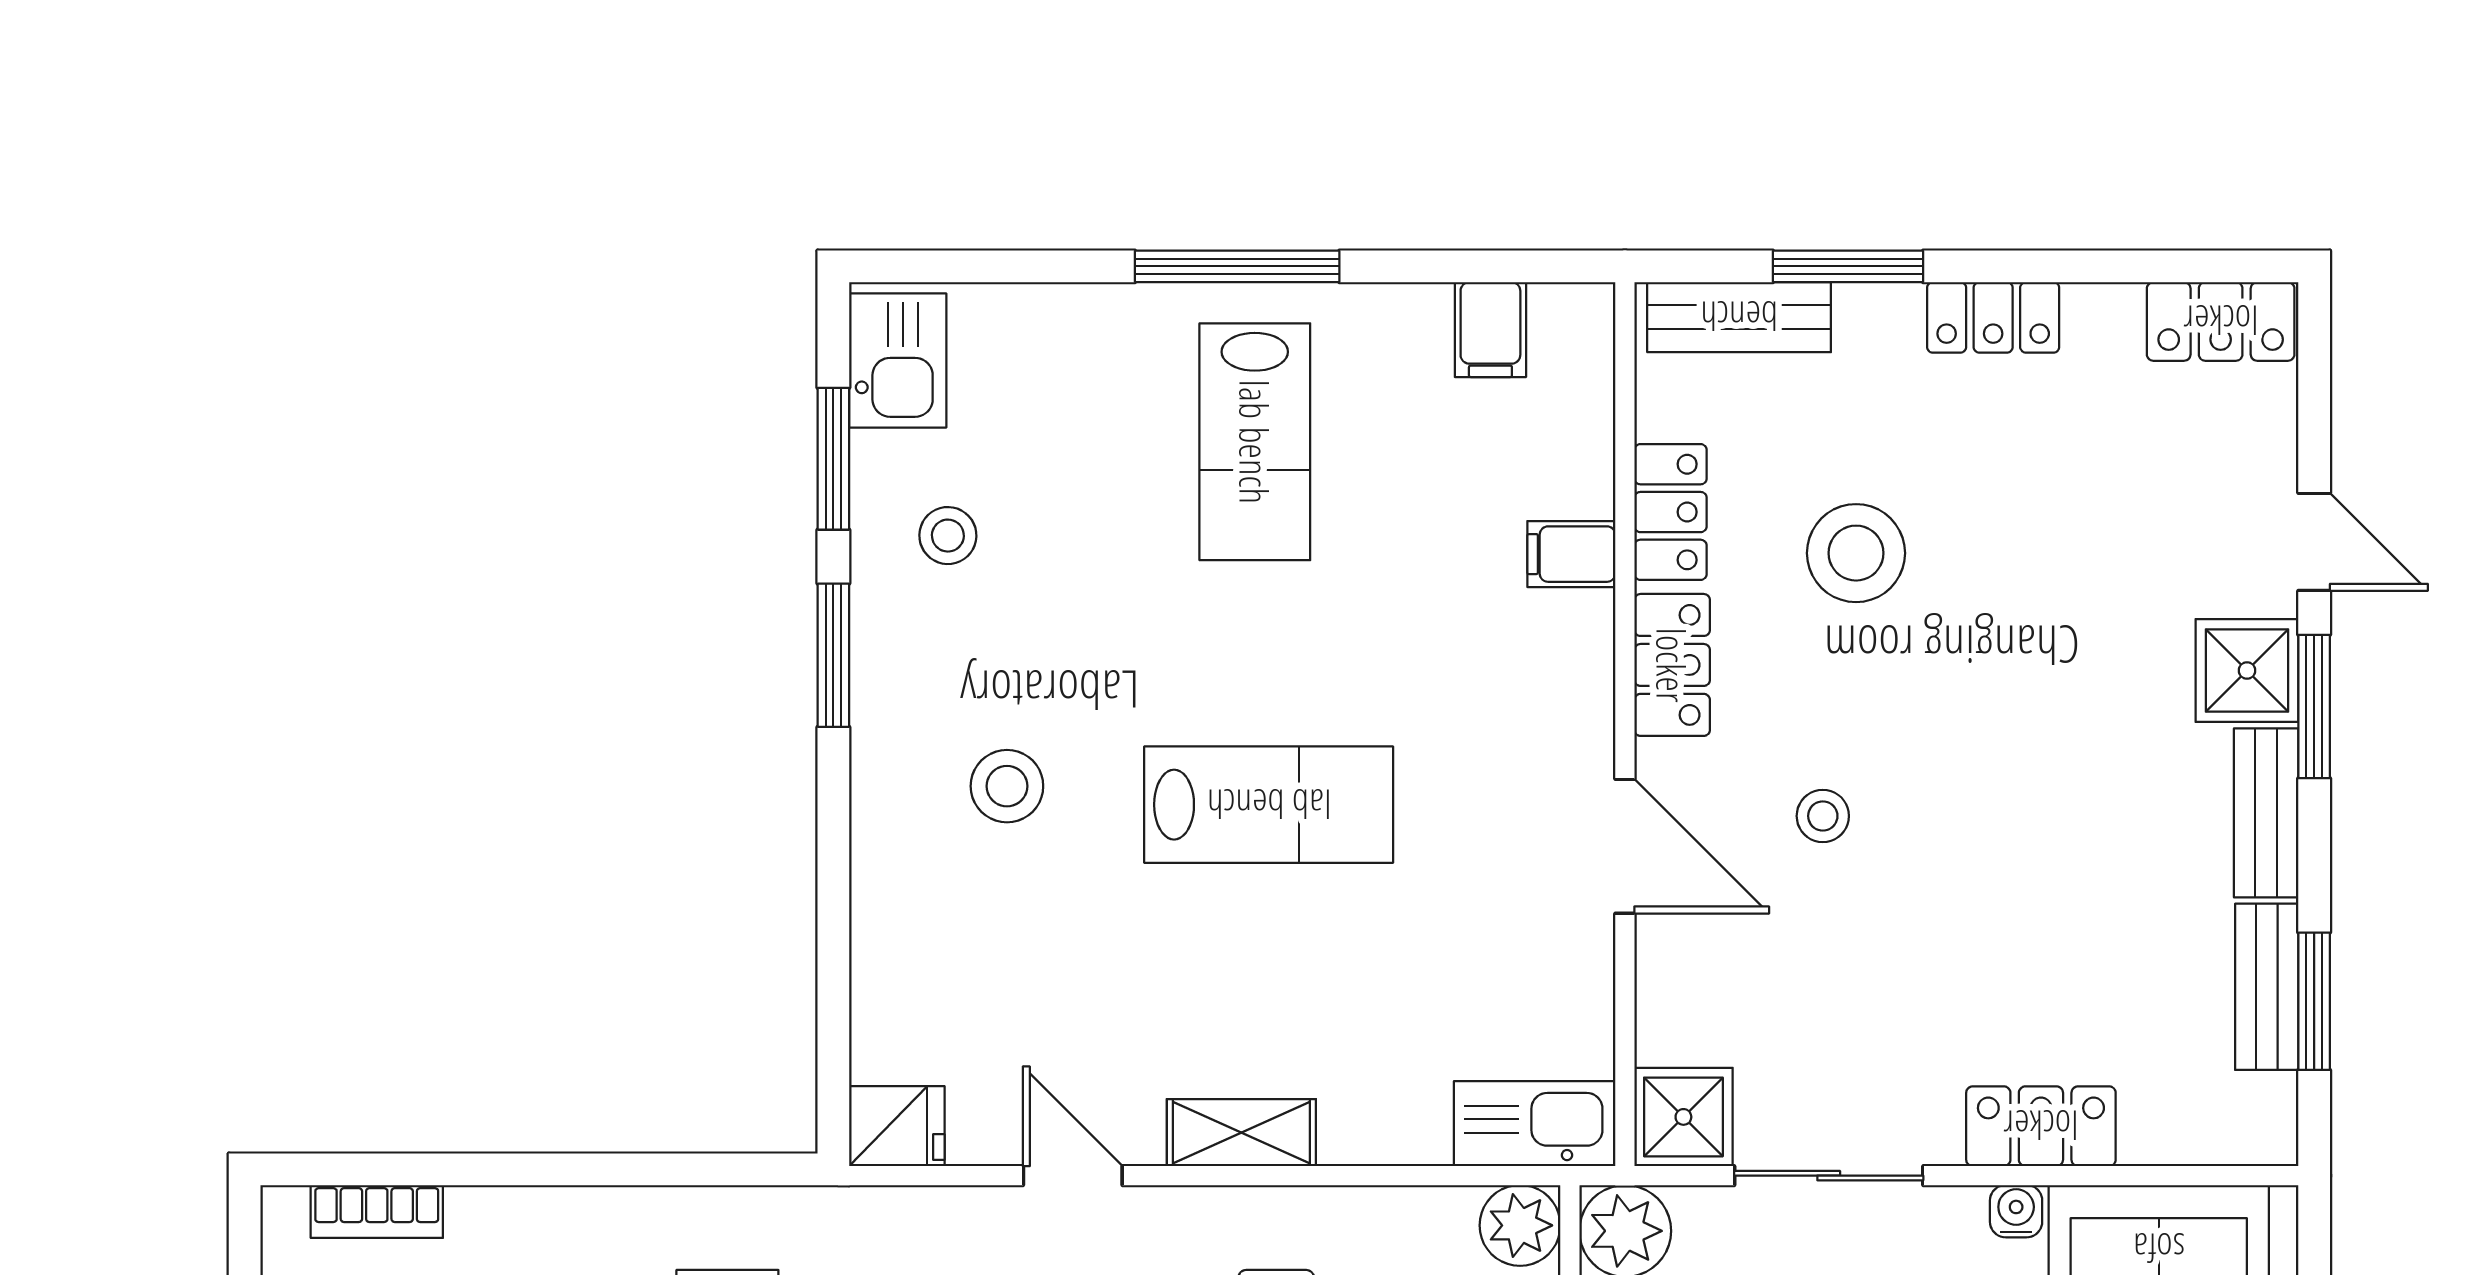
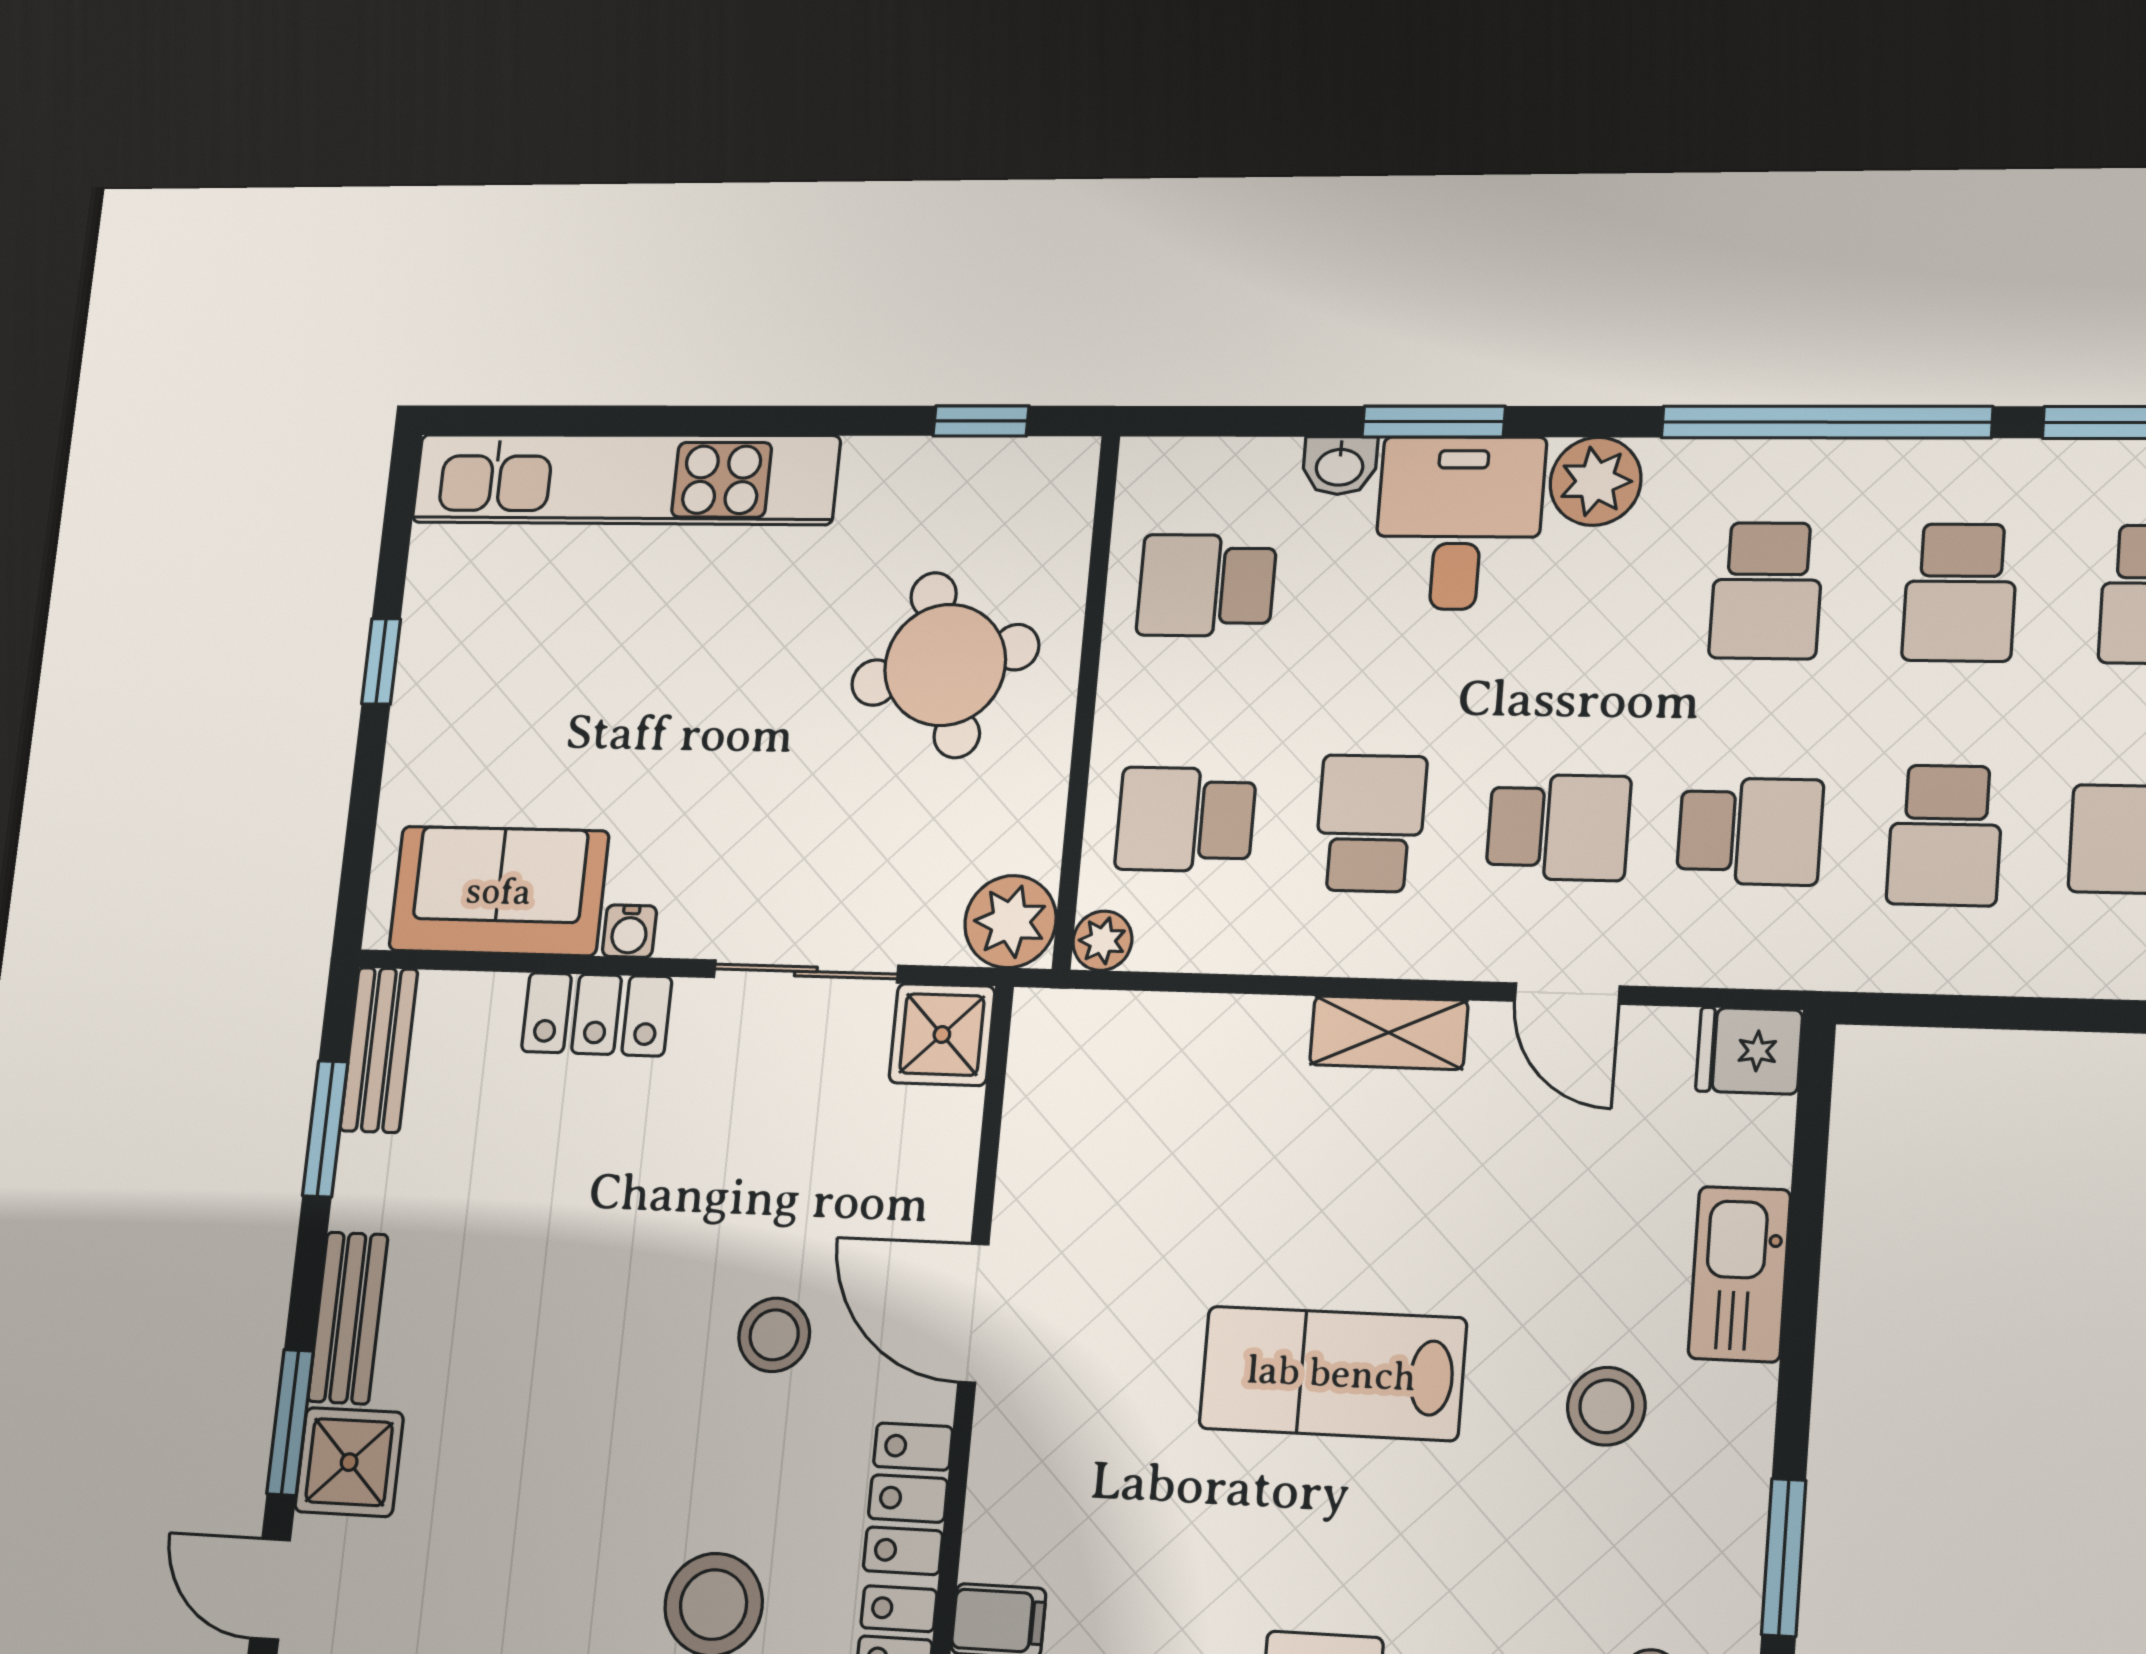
stool: (1823, 816) -> (774, 1335), width x1.37, depth x1.37
bench: (2267, 987) -> (379, 1050), moved
kitchen sink: (1535, 1124) -> (1739, 1274), moved, turned 90
plant: (1520, 1225) -> (1102, 941), width x0.73, depth x0.73

